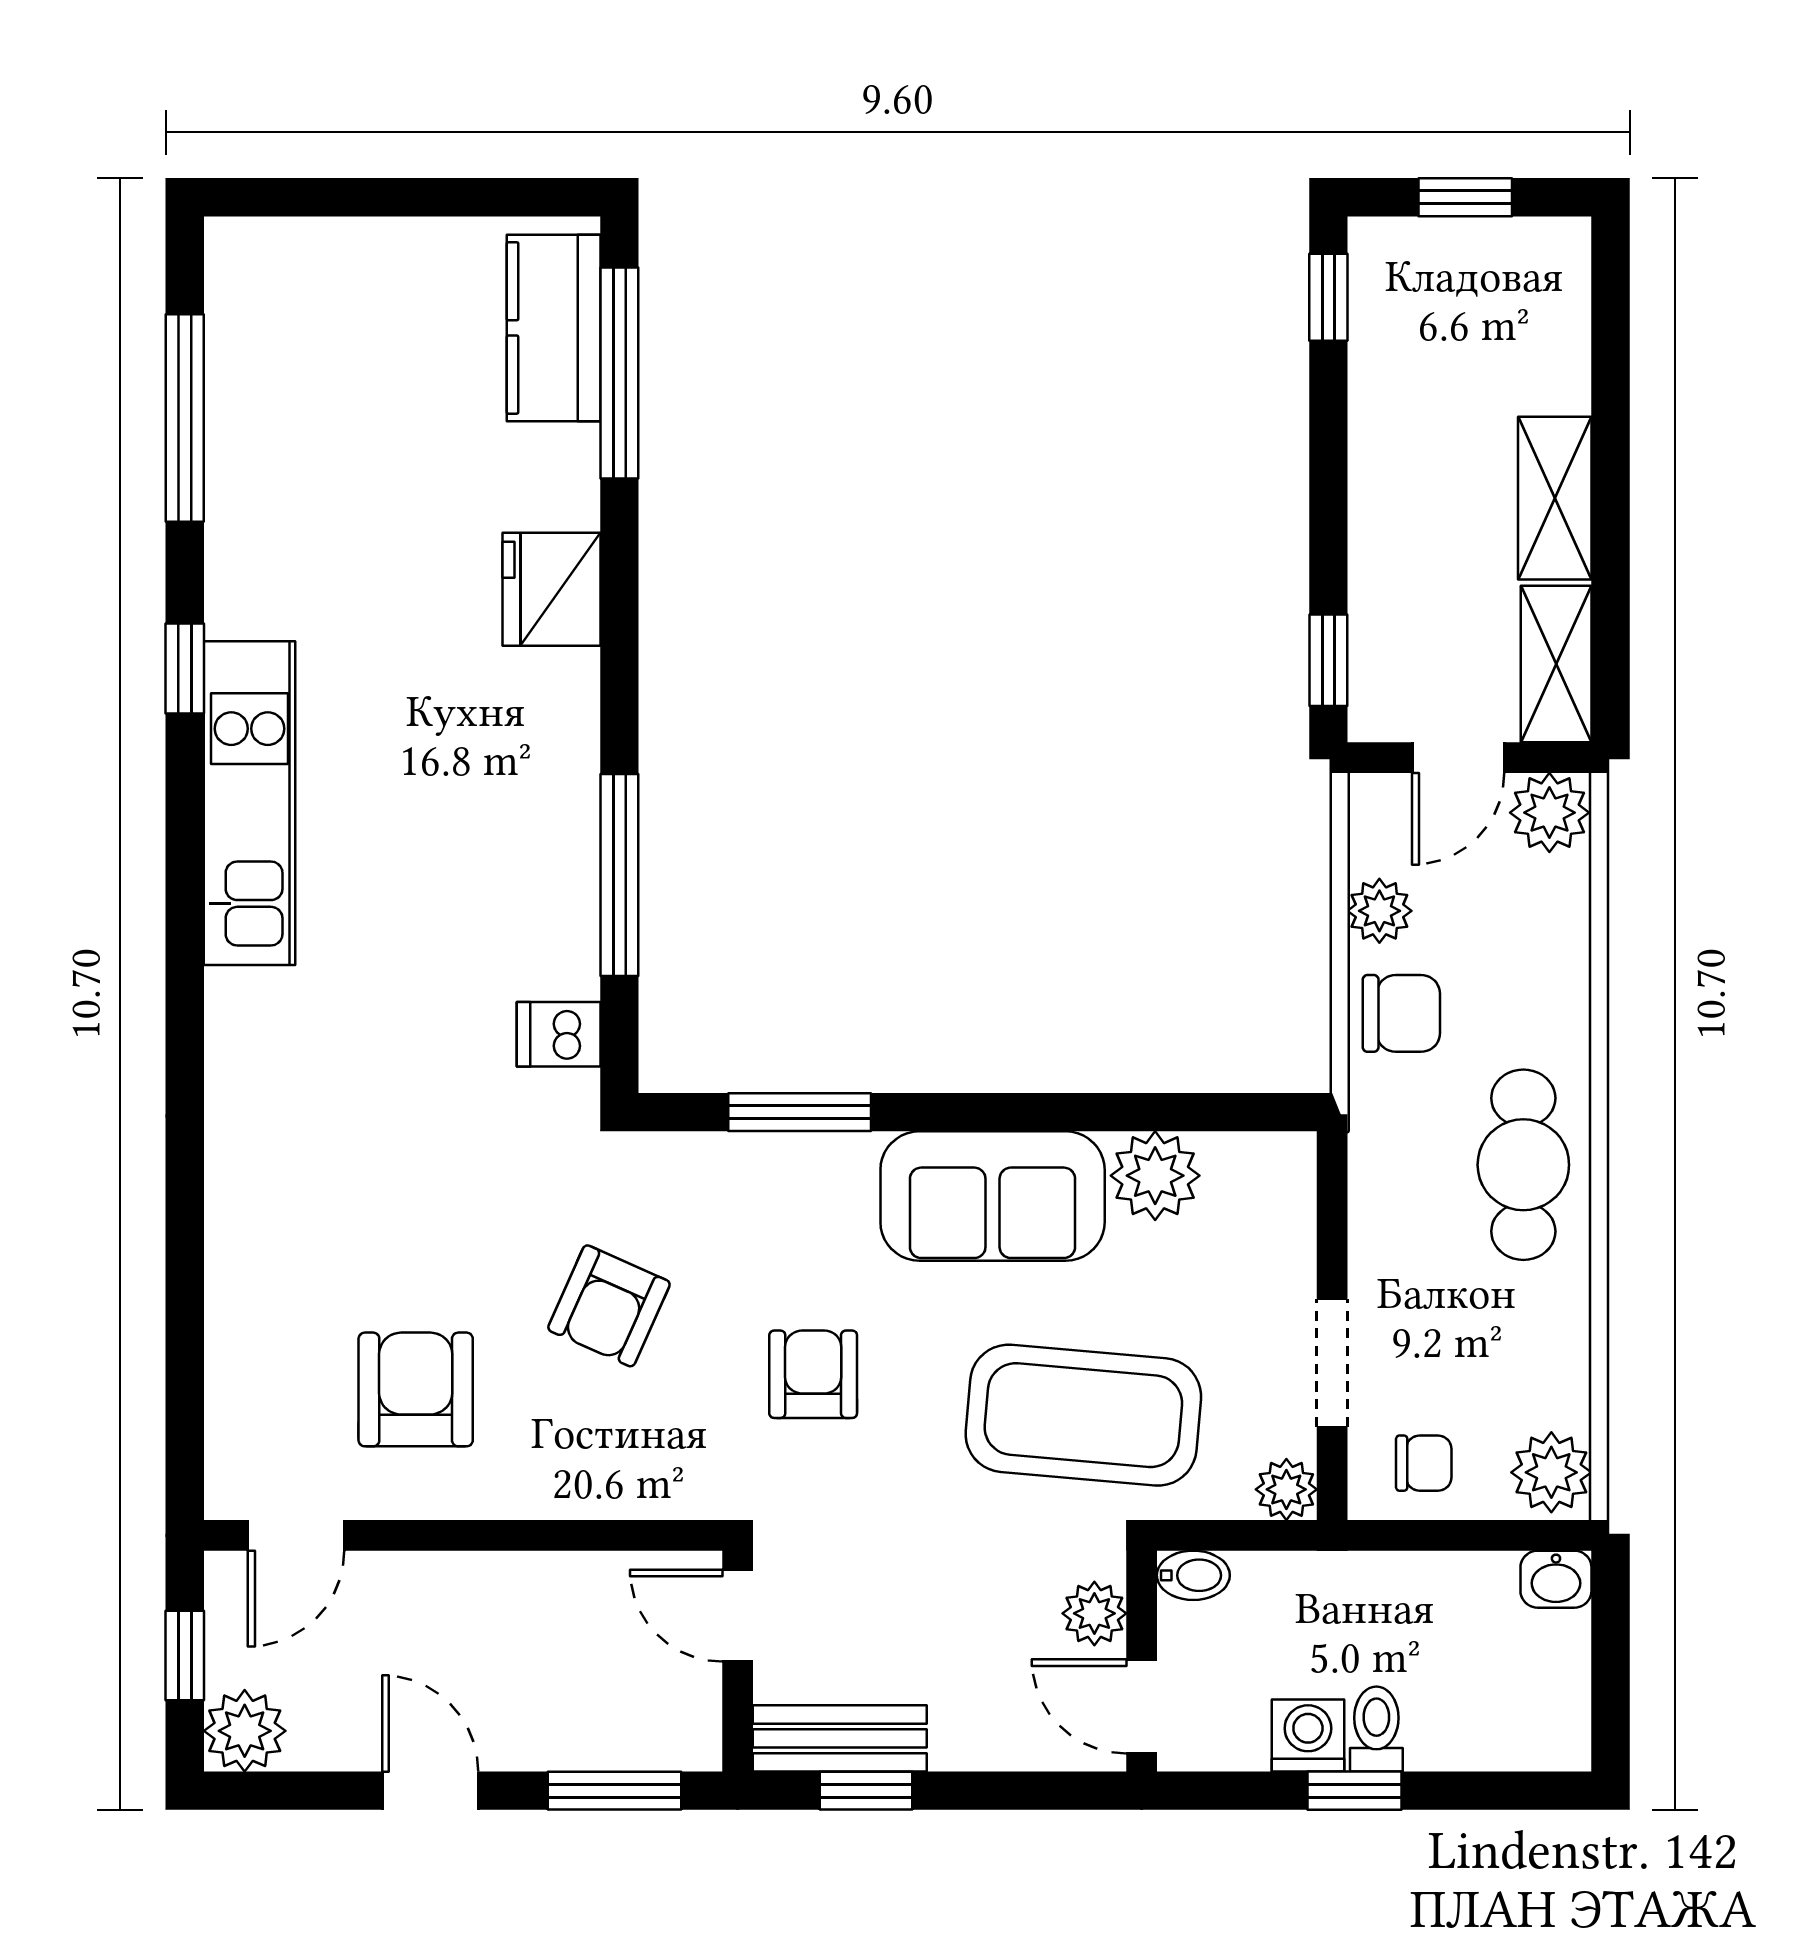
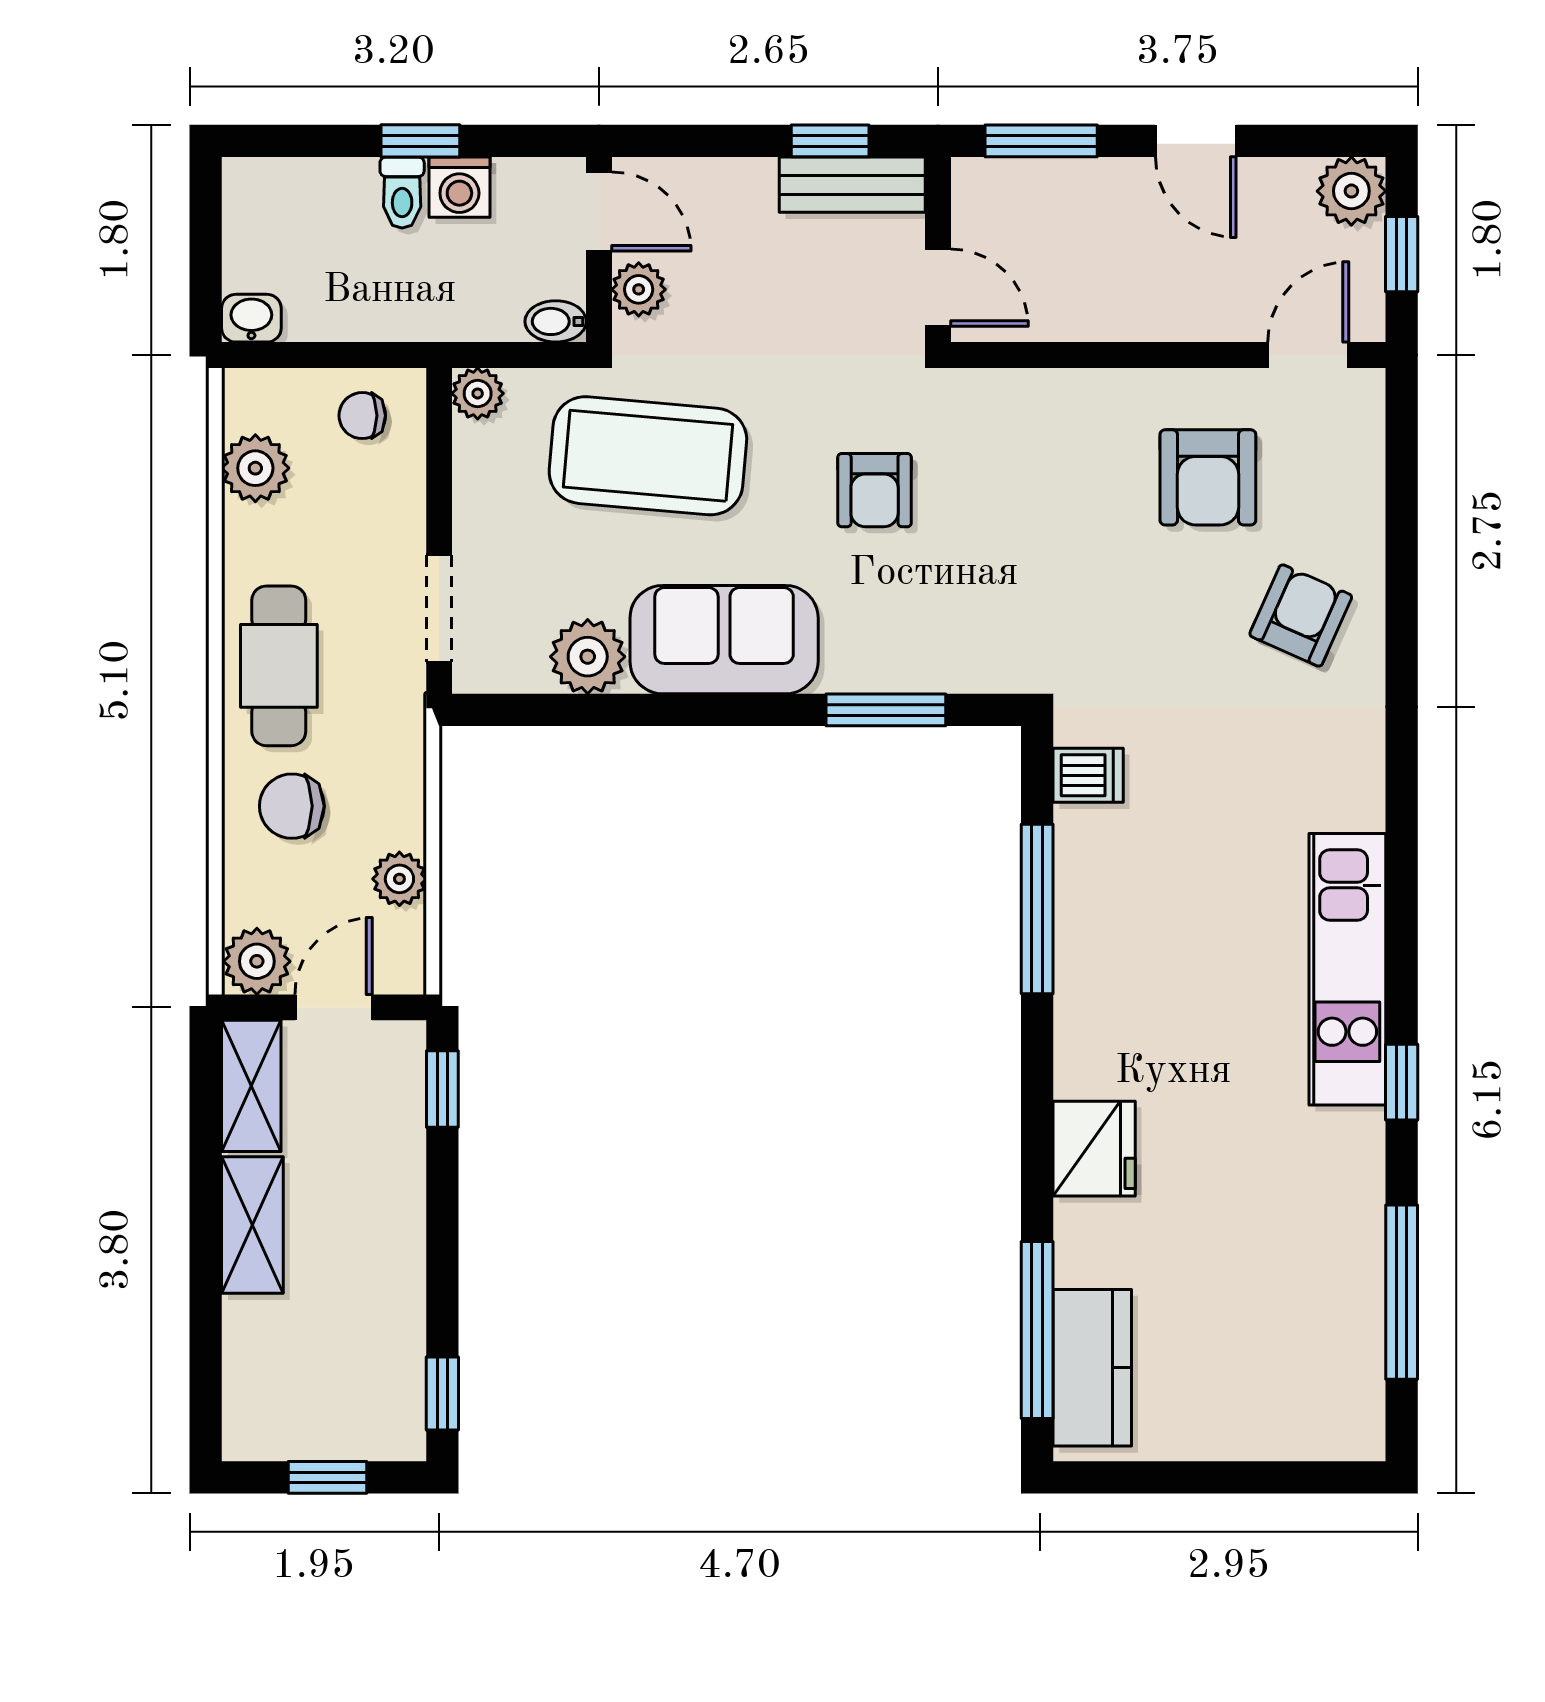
chair: (1401, 1013) -> (292, 806), moved
armchair: (609, 1306) -> (1301, 616), moved
doorway: (1332, 1363) -> (439, 609), moved
plant: (1551, 1472) -> (255, 468), moved

